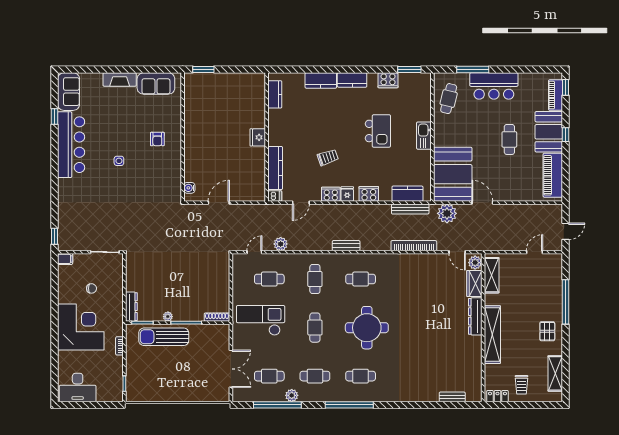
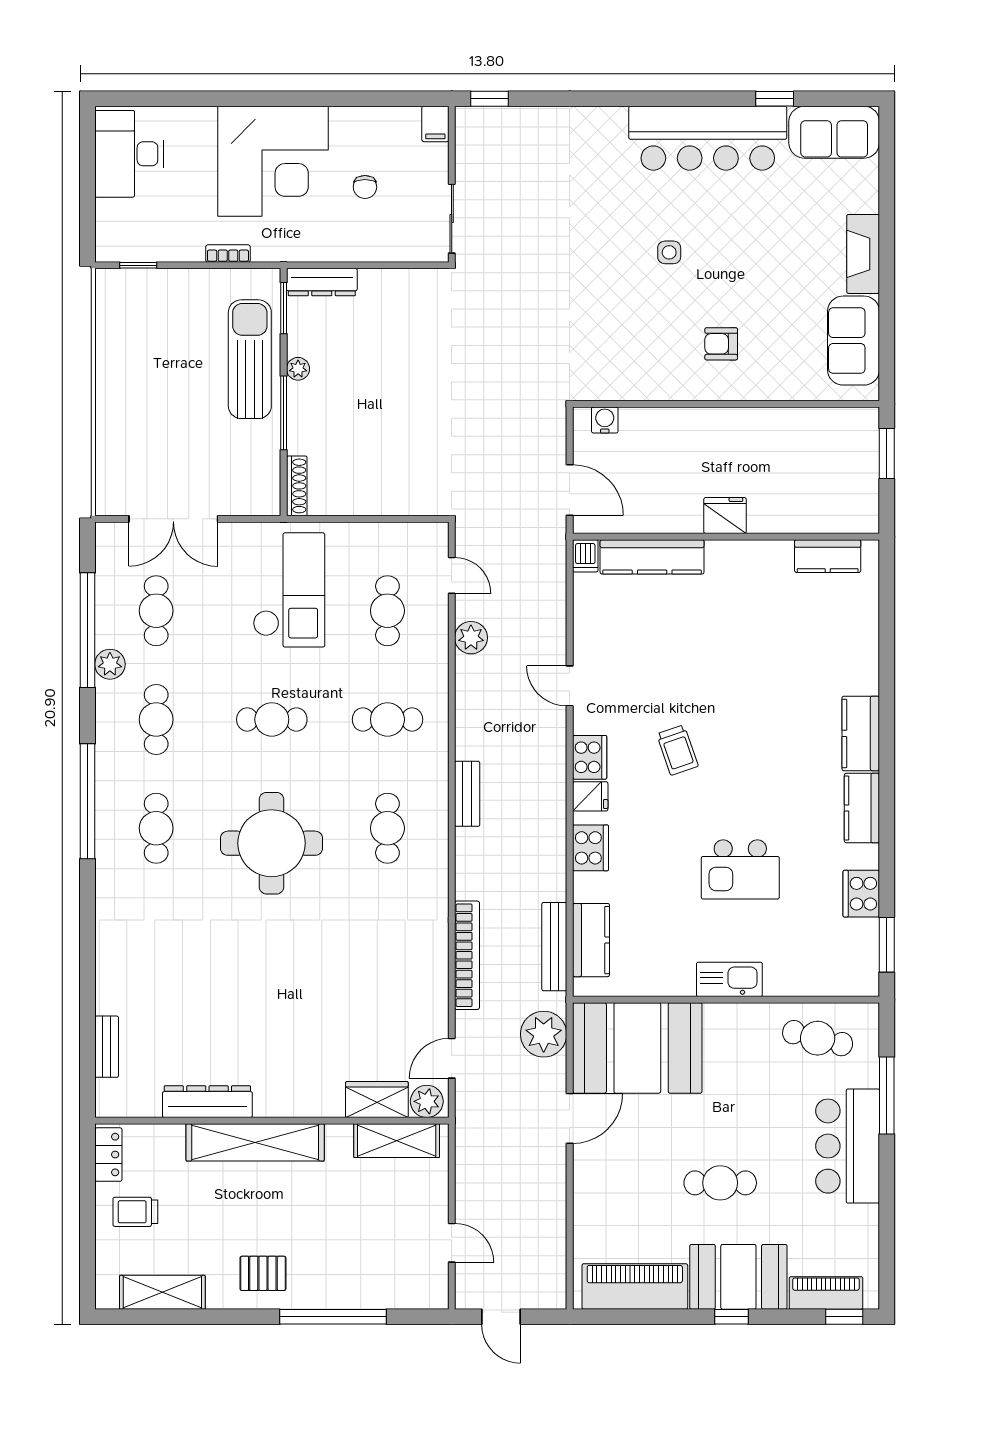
kitchen counter: (275, 94) -> (828, 556), moved
fridge: (258, 137) -> (725, 516), moved
wall: (267, 137) -> (726, 537), moved
kitchen counter: (275, 168) -> (652, 557), moved
dishwasher: (275, 196) -> (585, 556), moved
dresser: (475, 316) -> (207, 1102), moved

